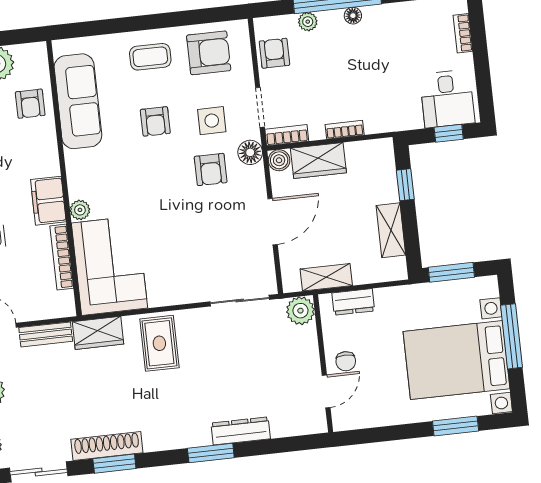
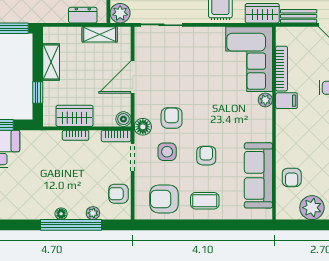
armchair: (274, 53) -> (118, 194), turned 90
armchair: (30, 104) -> (292, 177), turned 180
wardrobe: (318, 161) -> (75, 116), moved
filing cabinet: (48, 201) -> (286, 101), width x0.50

